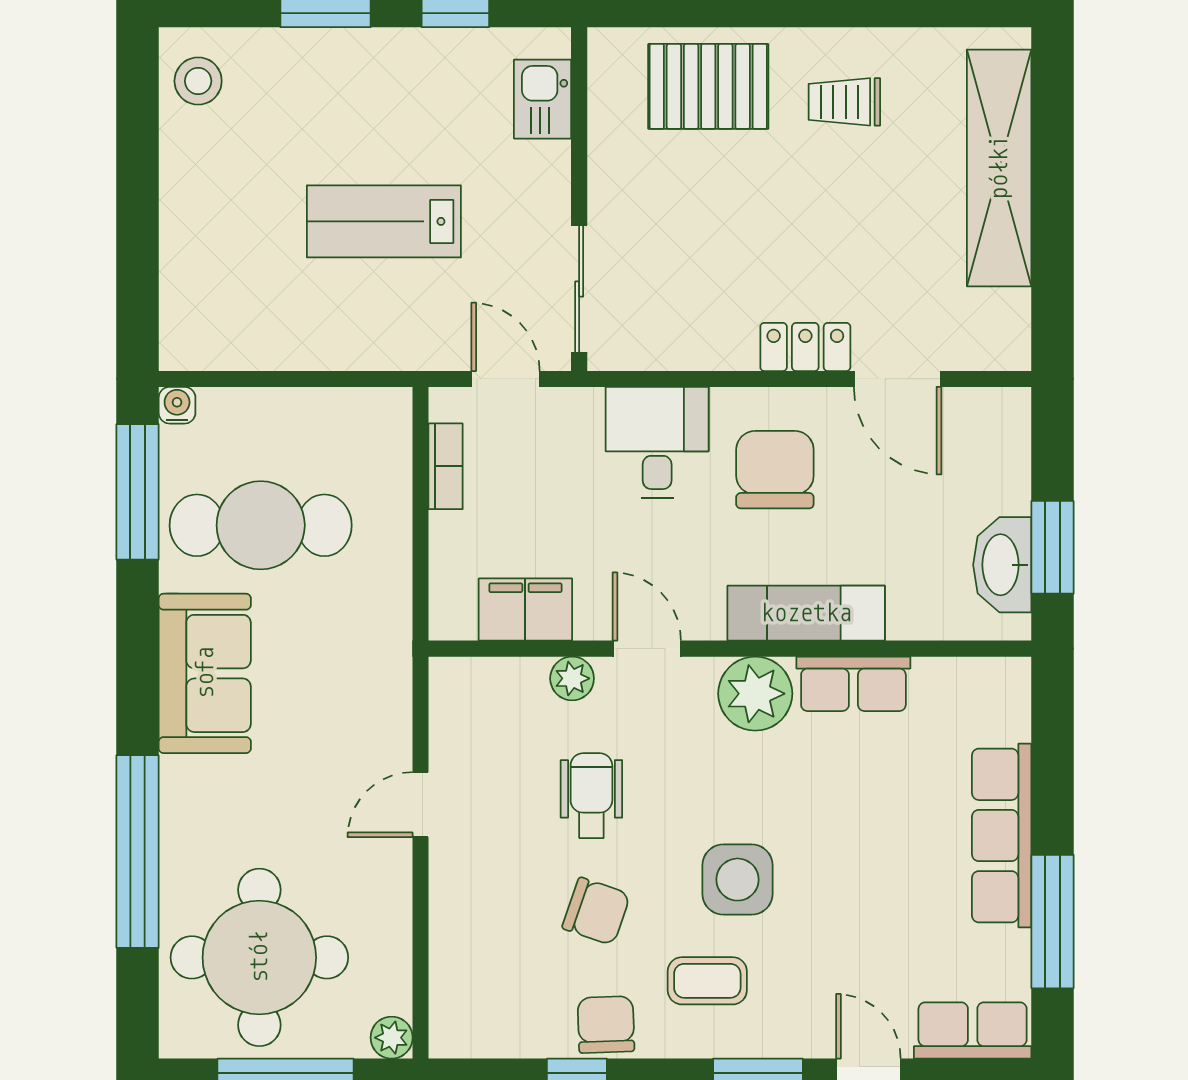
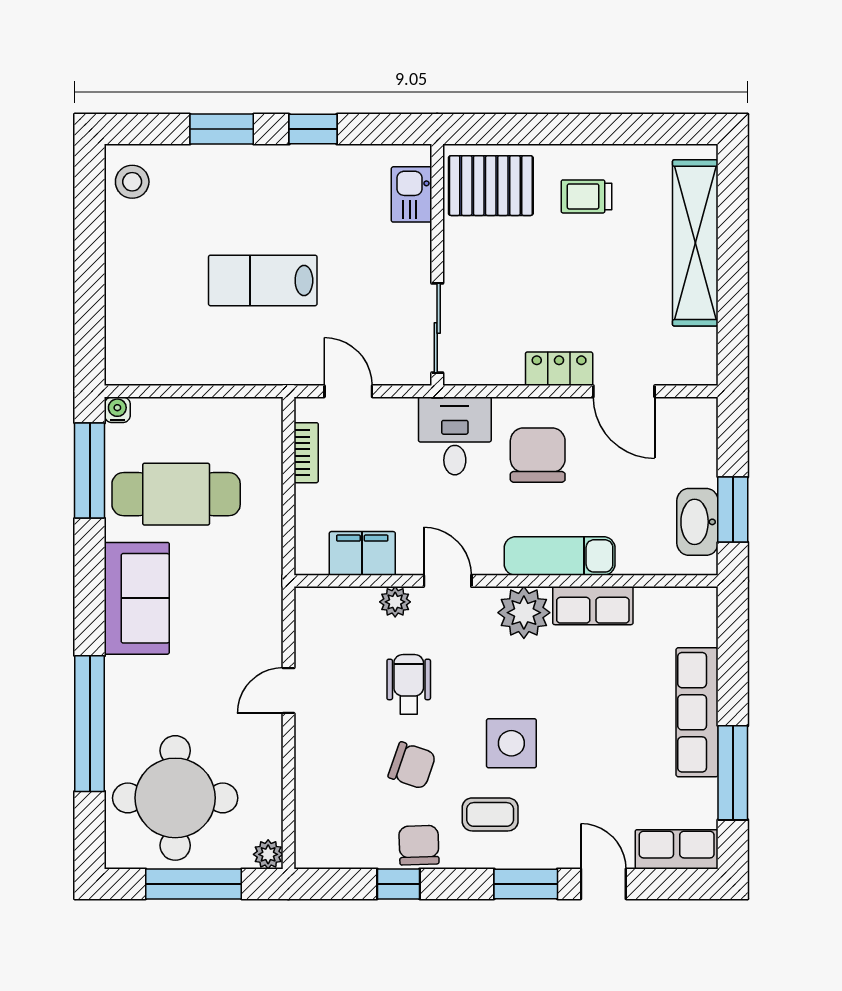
kitchen sink: (543, 99) -> (412, 194), moved
wall: (579, 199) -> (437, 265), moved
sliding door: (579, 289) -> (437, 328), moved

